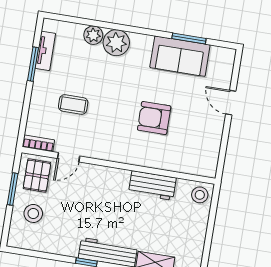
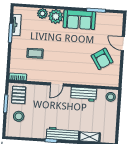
sofa: (180, 56) -> (79, 20), moved
armchair: (154, 118) -> (102, 59), moved, turned -122
door: (69, 157) -> (57, 84), moved

